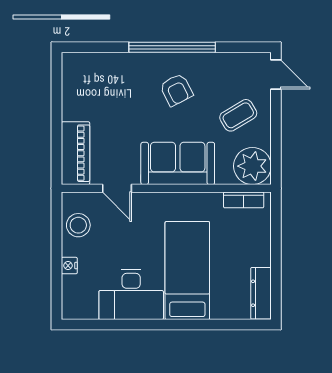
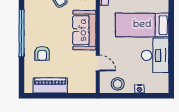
armchair: (176, 90) -> (42, 53), moved, turned 117
piano: (75, 153) -> (50, 85), moved
door: (117, 188) -> (98, 63), hinge flipped

